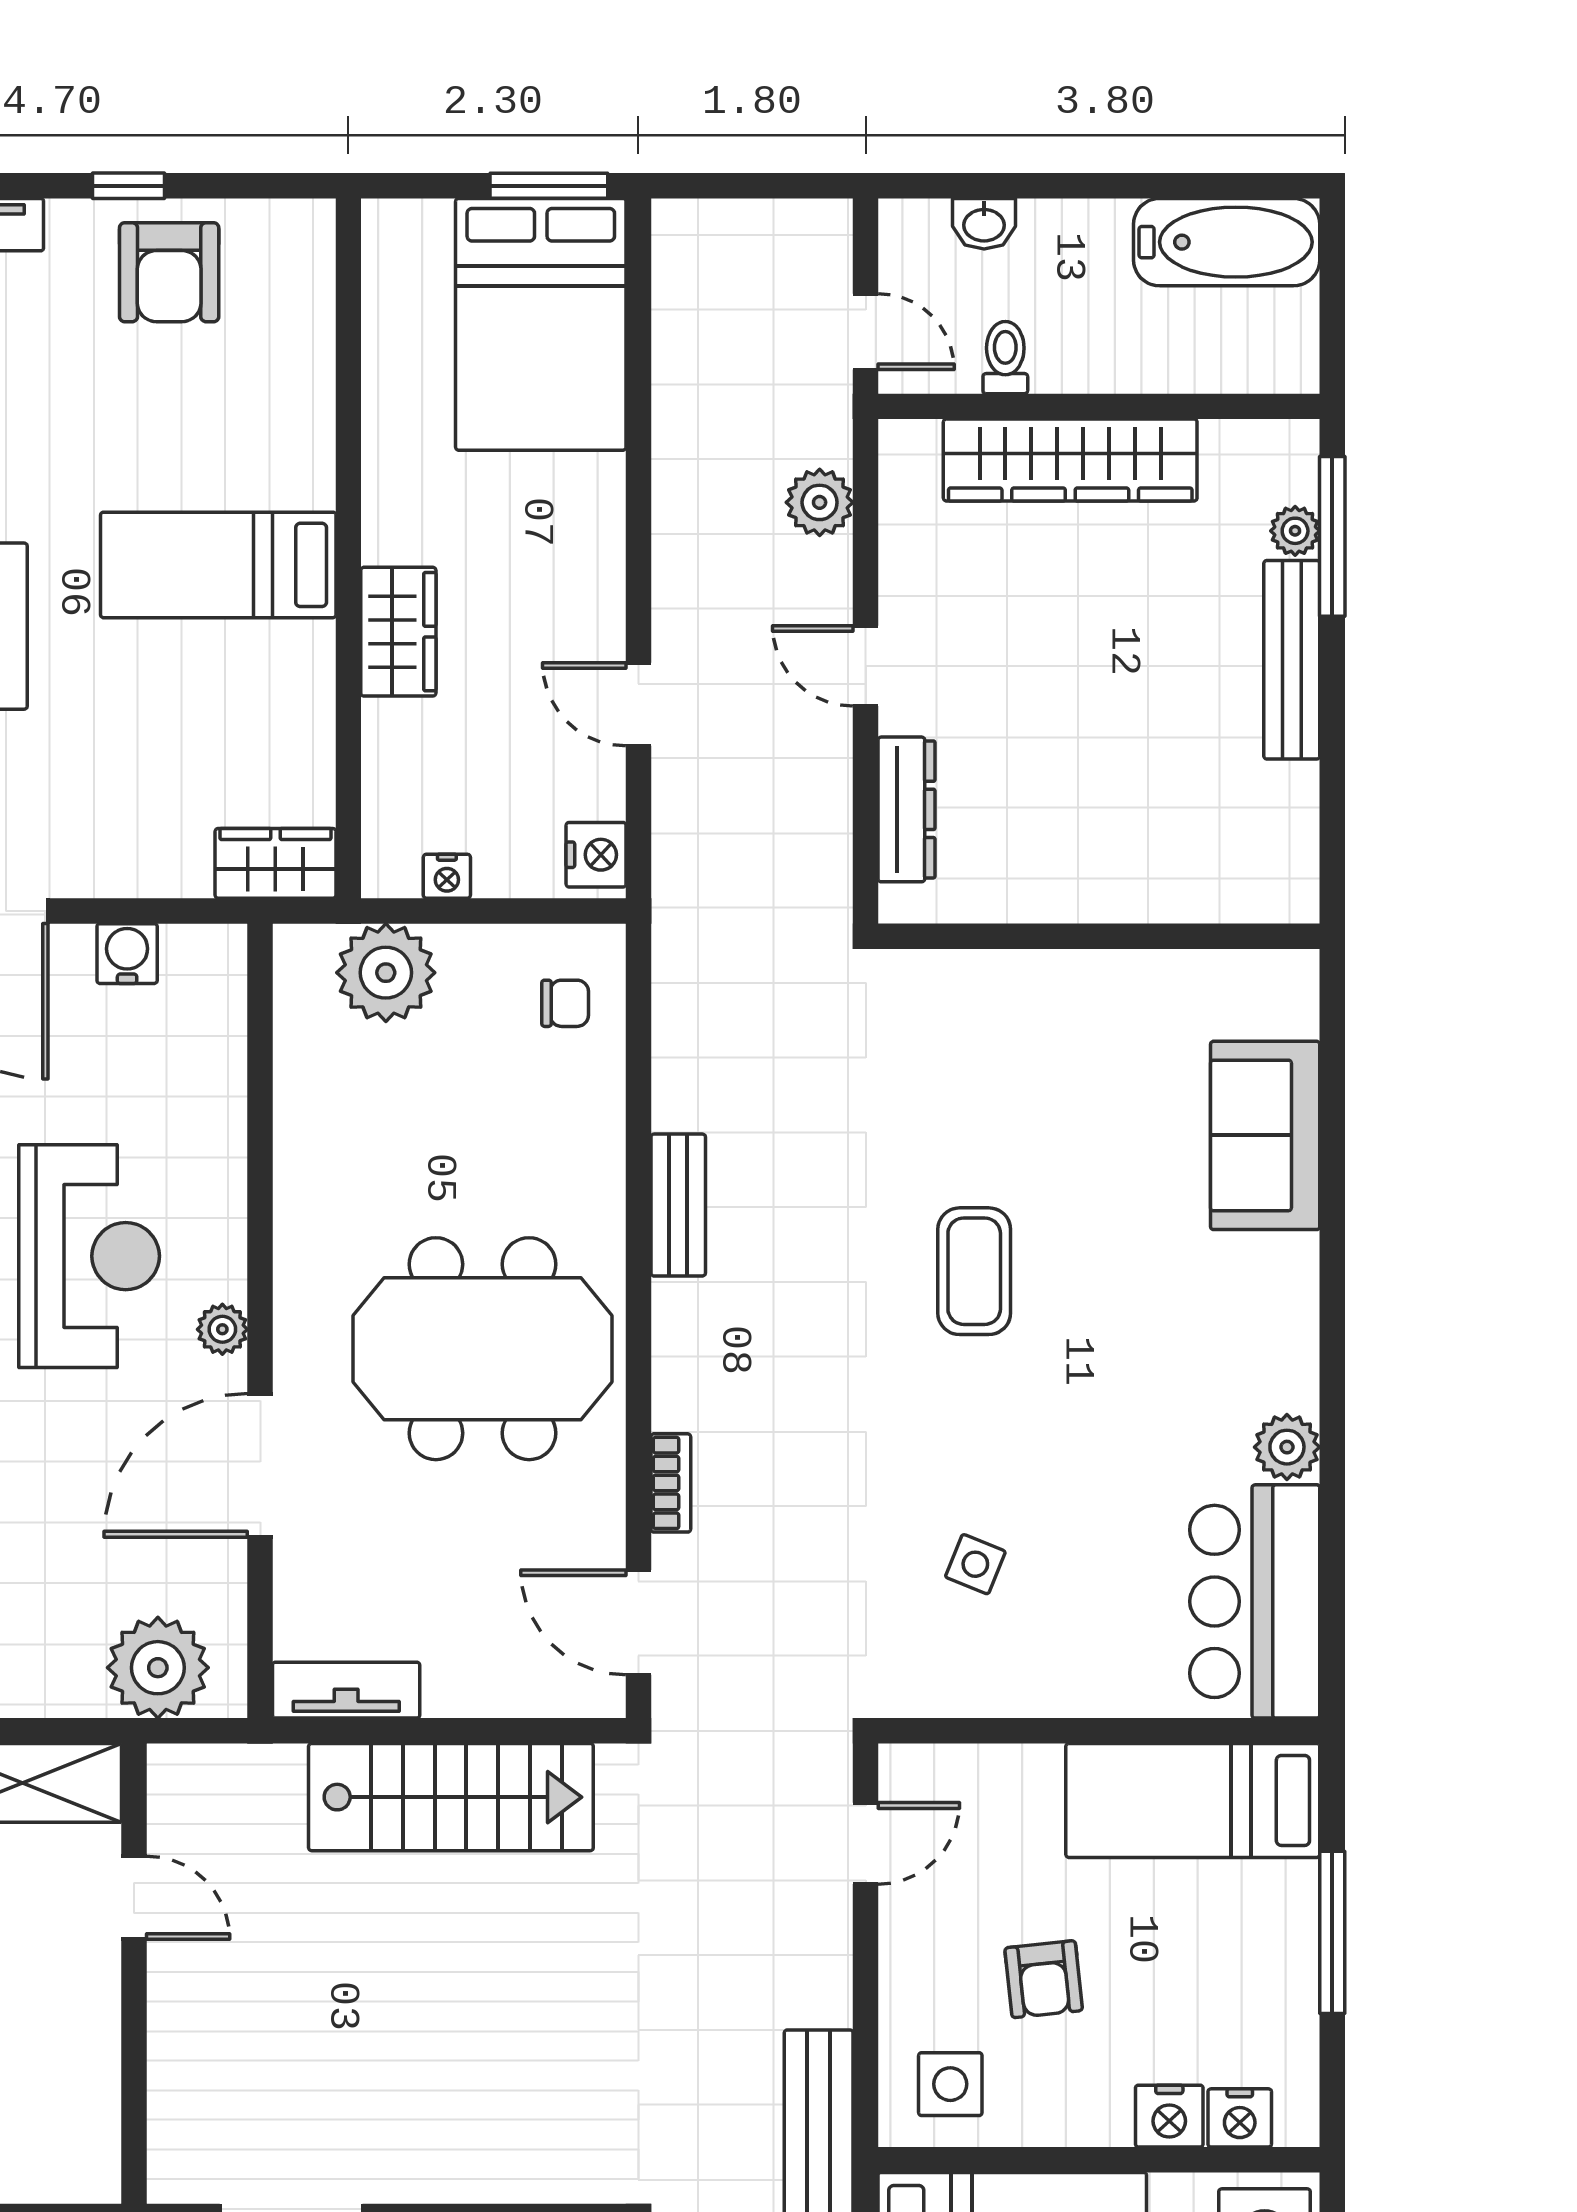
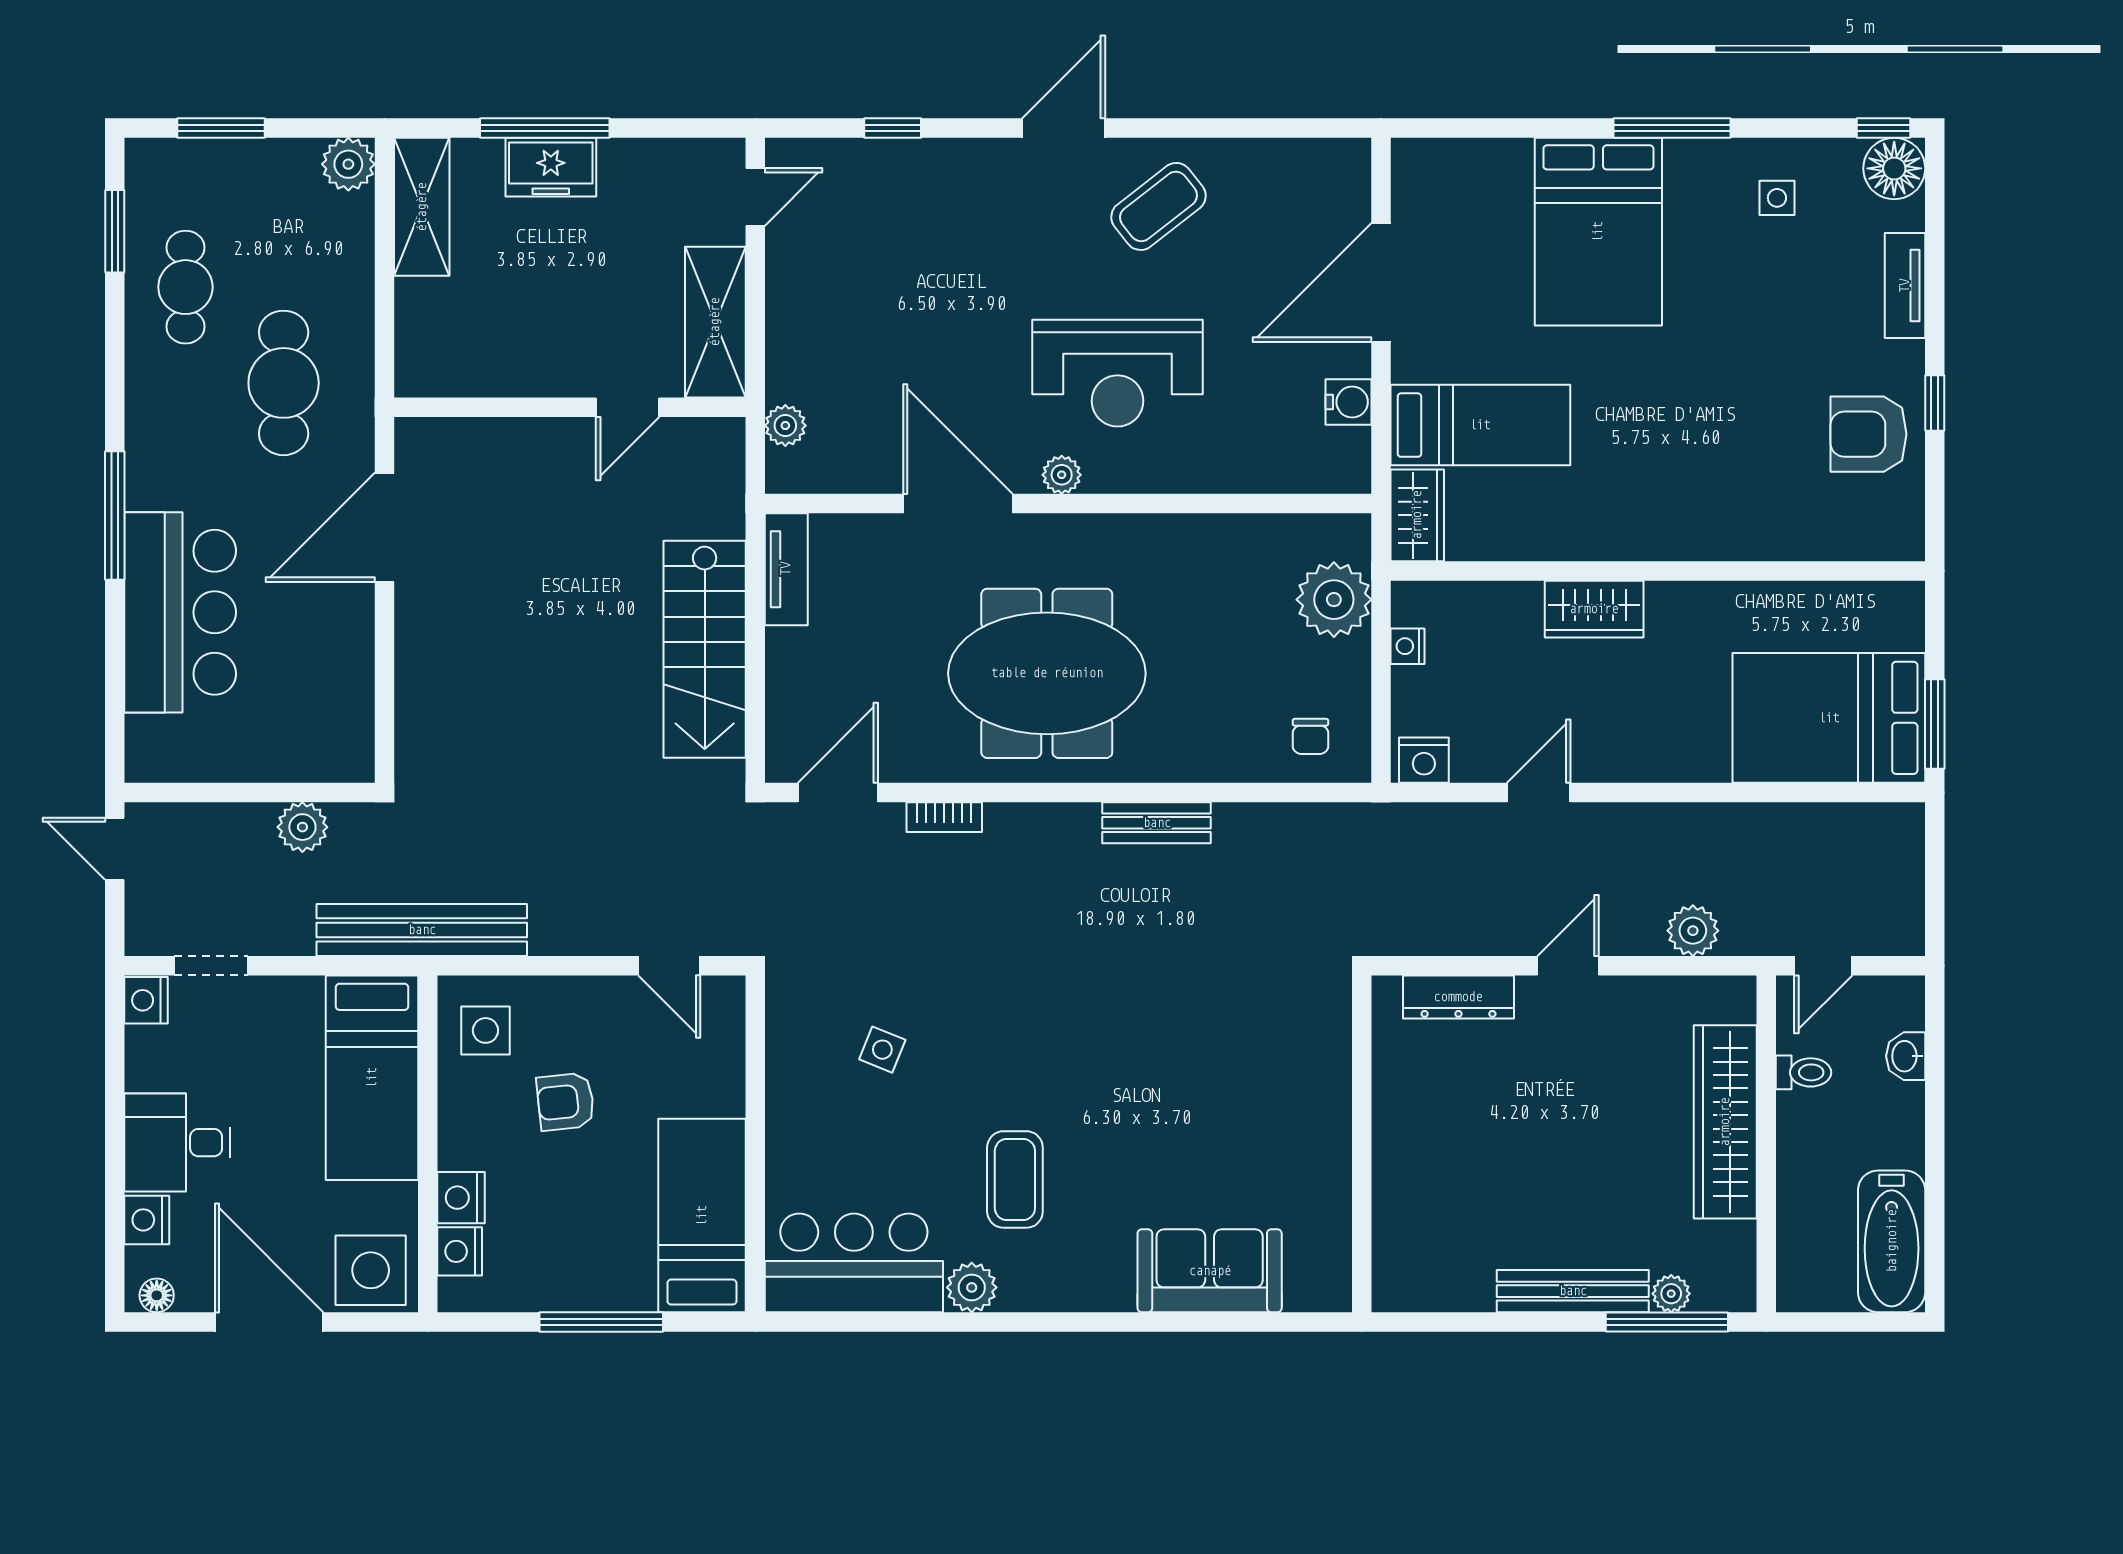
bed: (218, 565) -> (1480, 425), moved, turned 90
coffee table: (974, 1271) -> (1015, 1179), moved, turned 90
meeting table: (482, 1349) -> (1047, 673), turned 90
plant: (158, 1668) -> (785, 426), width x0.53, depth x0.53

